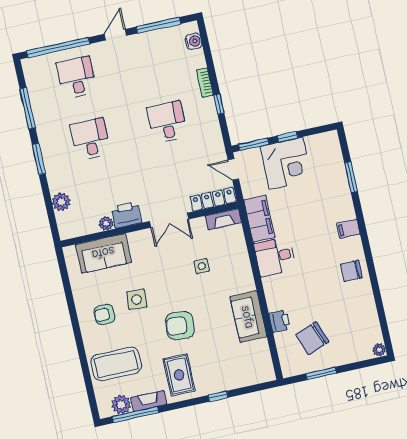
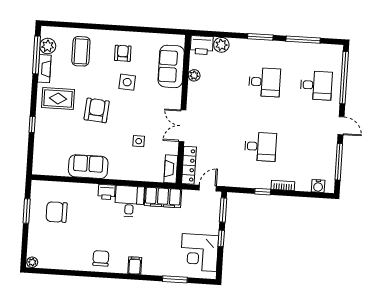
corner desk: (286, 163) -> (199, 253), moved
printer: (126, 215) -> (202, 45), moved, turned 90
printer: (280, 321) -> (107, 192), moved
chair: (312, 338) -> (57, 212), turned -70
coffee table: (116, 364) -> (81, 51), width x0.73, depth x0.76

